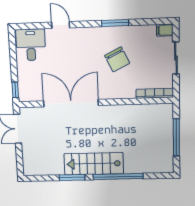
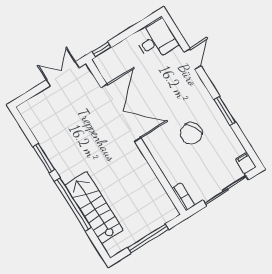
sliding door: (176, 58) -> (226, 190), width x1.37
bookcase: (155, 93) -> (183, 197), width x0.64
stairs: (94, 164) -> (94, 208), moved

